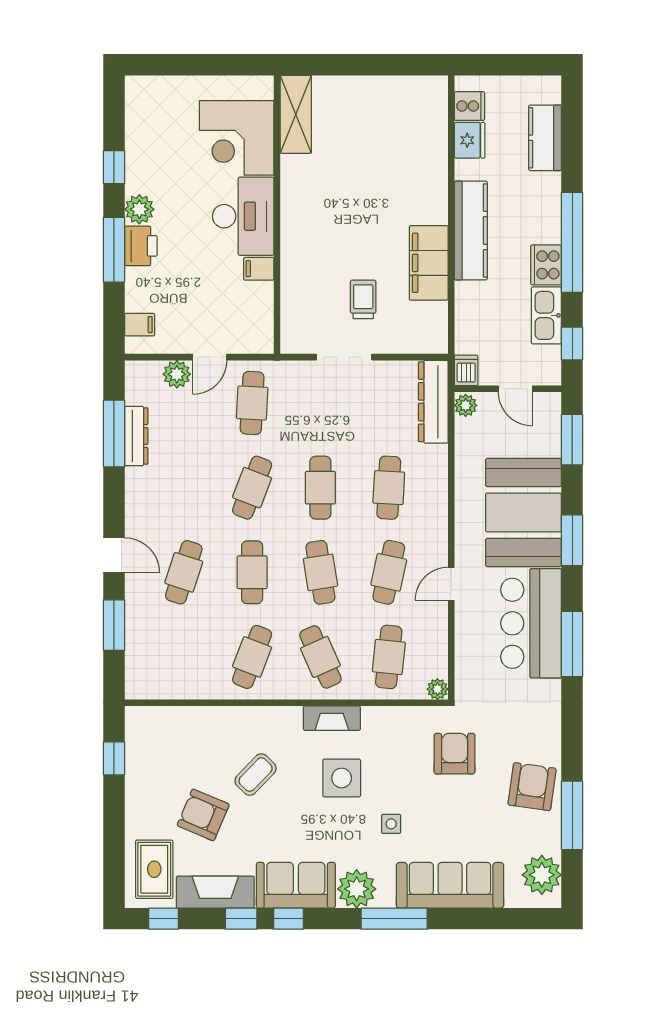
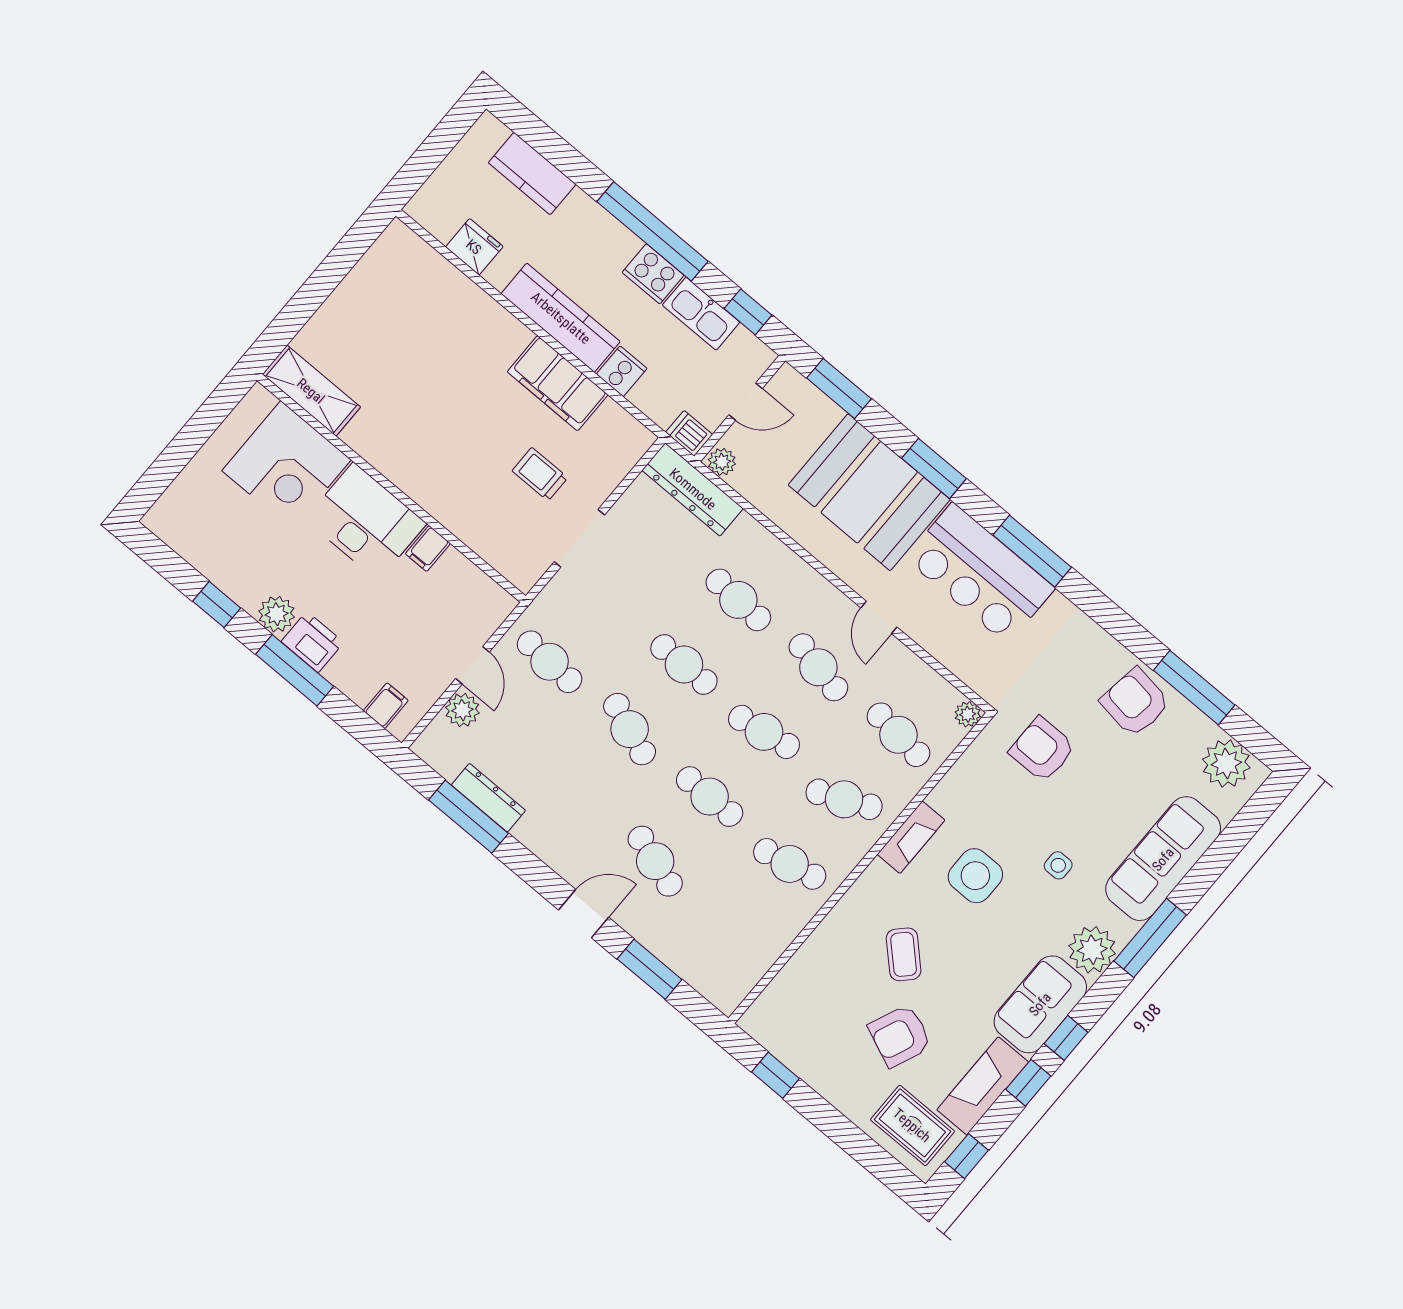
cooker: (469, 106) -> (622, 371), moved
cafe table: (252, 657) -> (790, 864), turned -33

